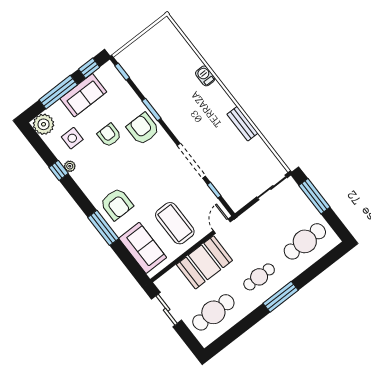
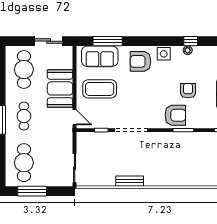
barbecue: (205, 76) -> (178, 181), removed
armchair: (109, 135) -> (188, 91), turned -90
side table: (72, 138) -> (164, 54), moved
window: (314, 196) -> (32, 191), moved
window: (103, 228) -> (108, 41), moved

